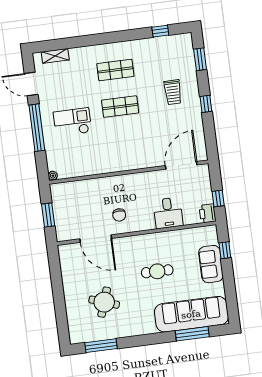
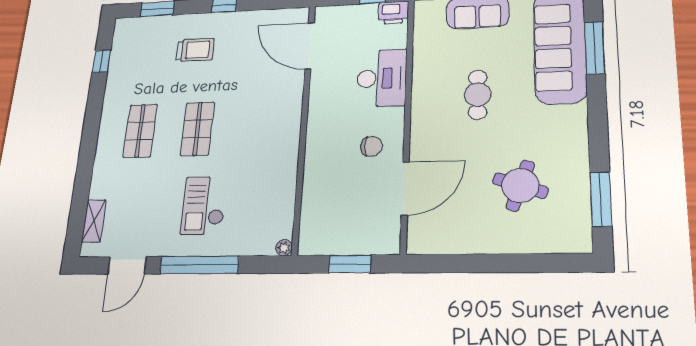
desk: (168, 213) -> (382, 78), width x1.37

